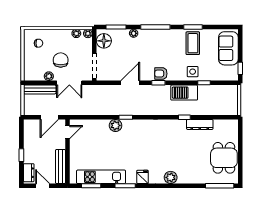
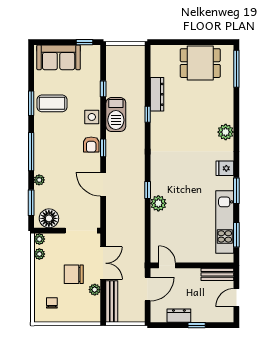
side table: (193, 72) -> (92, 117), moved
door: (49, 117) -> (148, 289), hinge flipped
bench: (61, 166) -> (217, 274), width x0.73
dresser: (29, 173) -> (179, 316), moved

